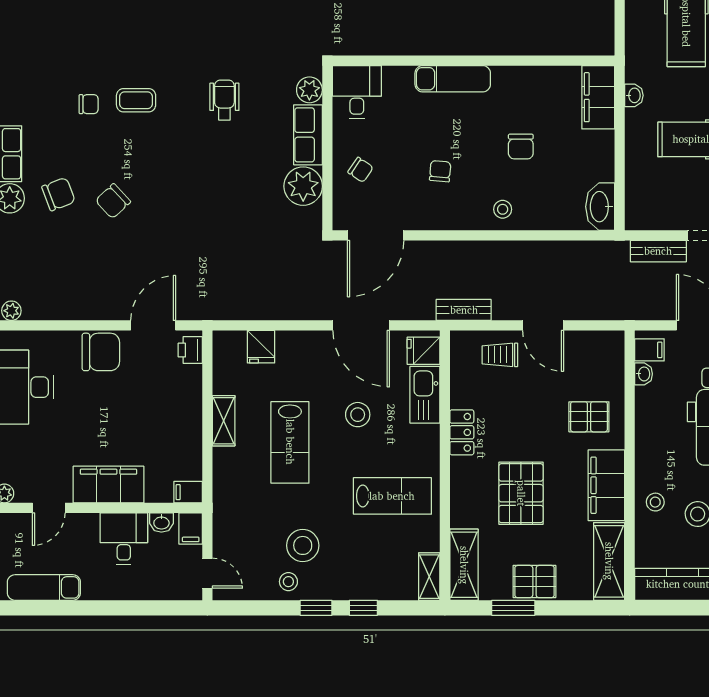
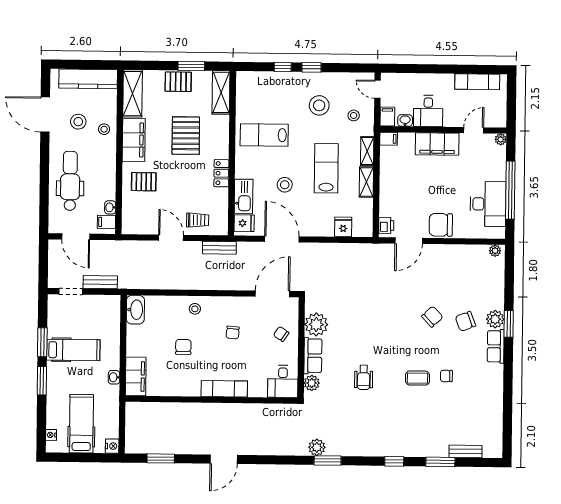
shelving: (429, 577) -> (367, 151), moved
stool: (288, 582) -> (354, 115), moved

